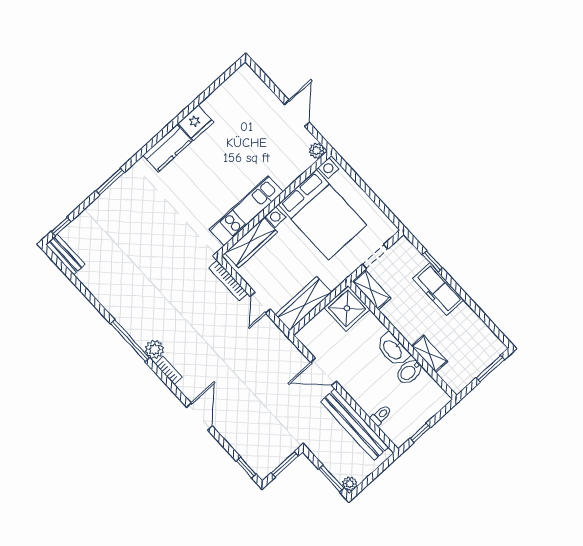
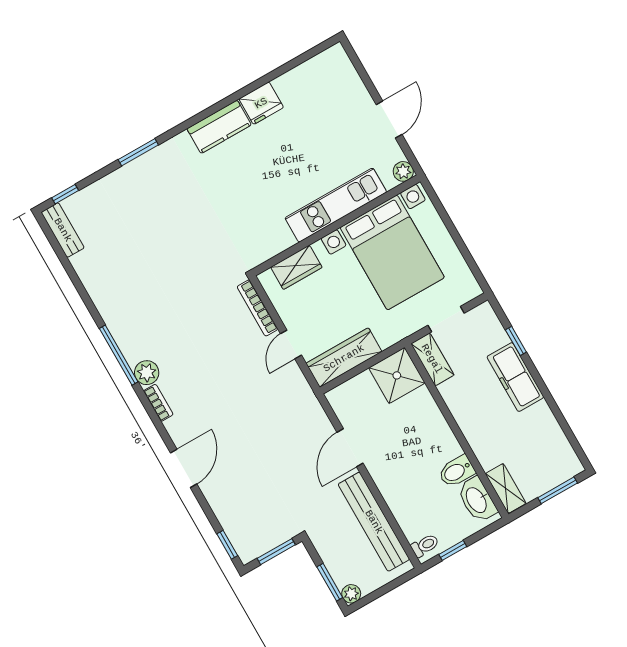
kitchen unit: (246, 211) -> (336, 205), moved
wardrobe: (251, 243) -> (296, 267), width x0.67
washbasin: (393, 349) -> (477, 500), moved
shelving: (429, 354) -> (506, 488), moved
door: (324, 372) -> (350, 448), hinge flipped
toilet: (381, 415) -> (425, 545), moved

